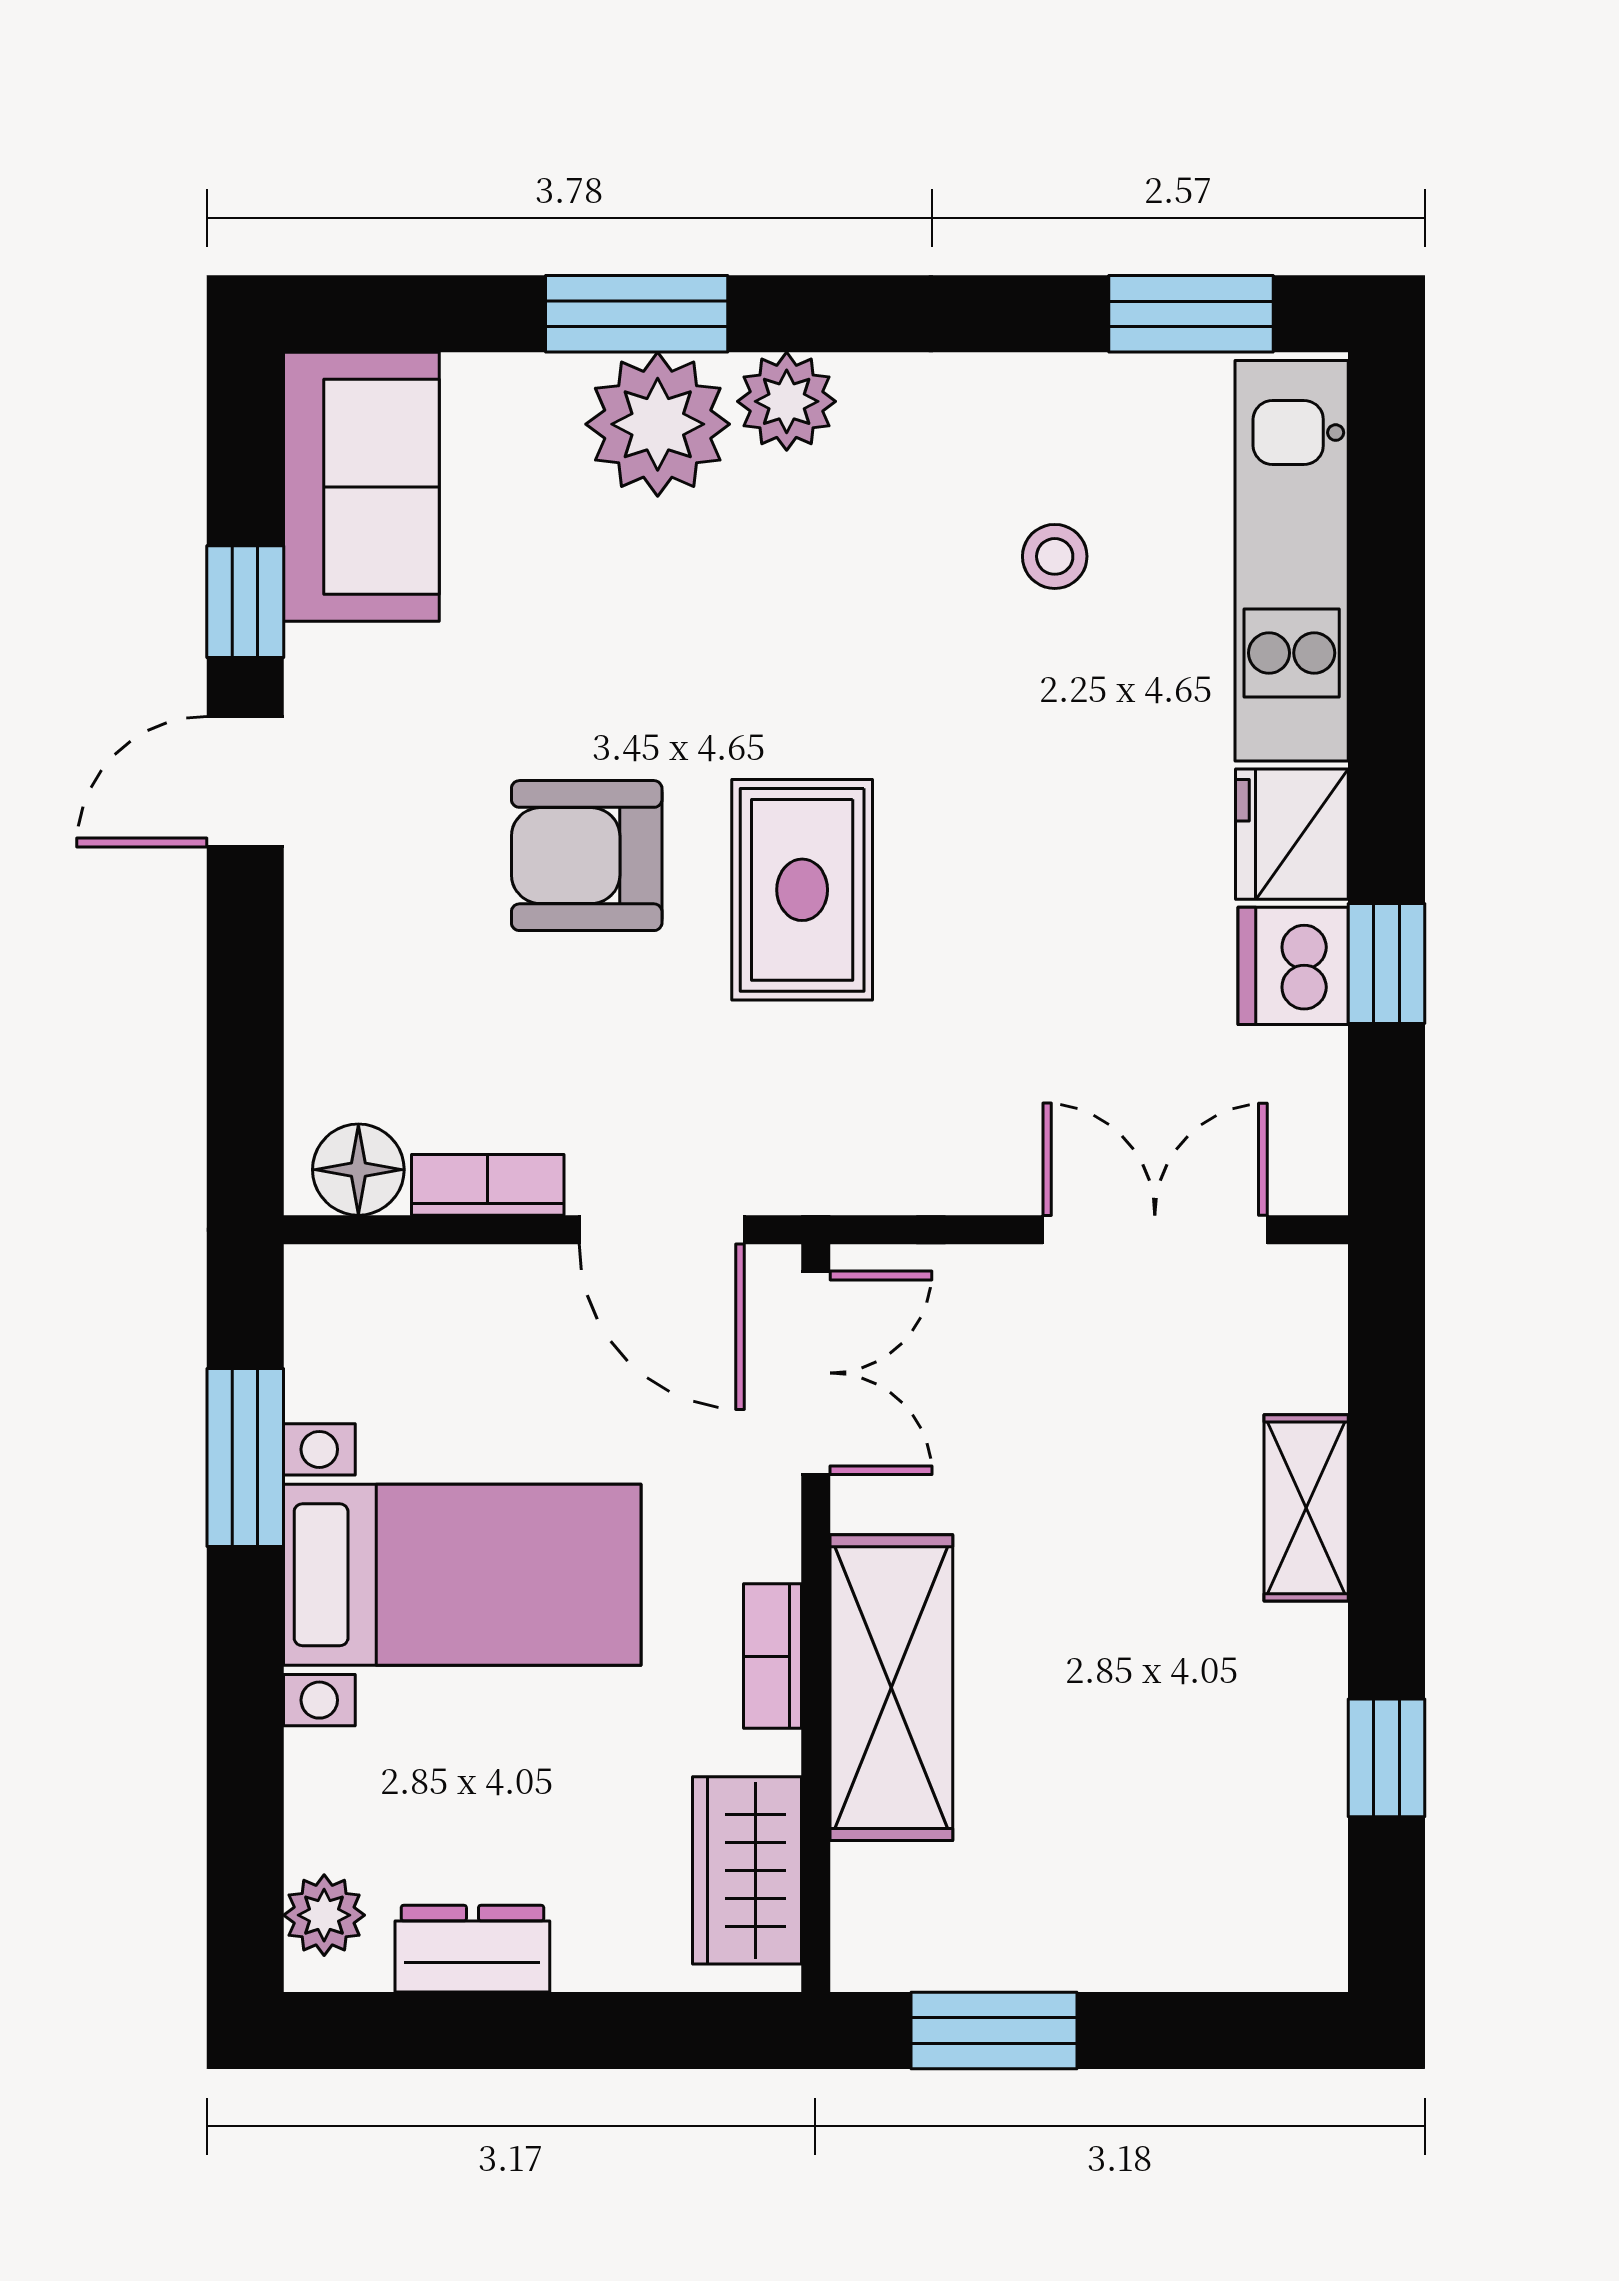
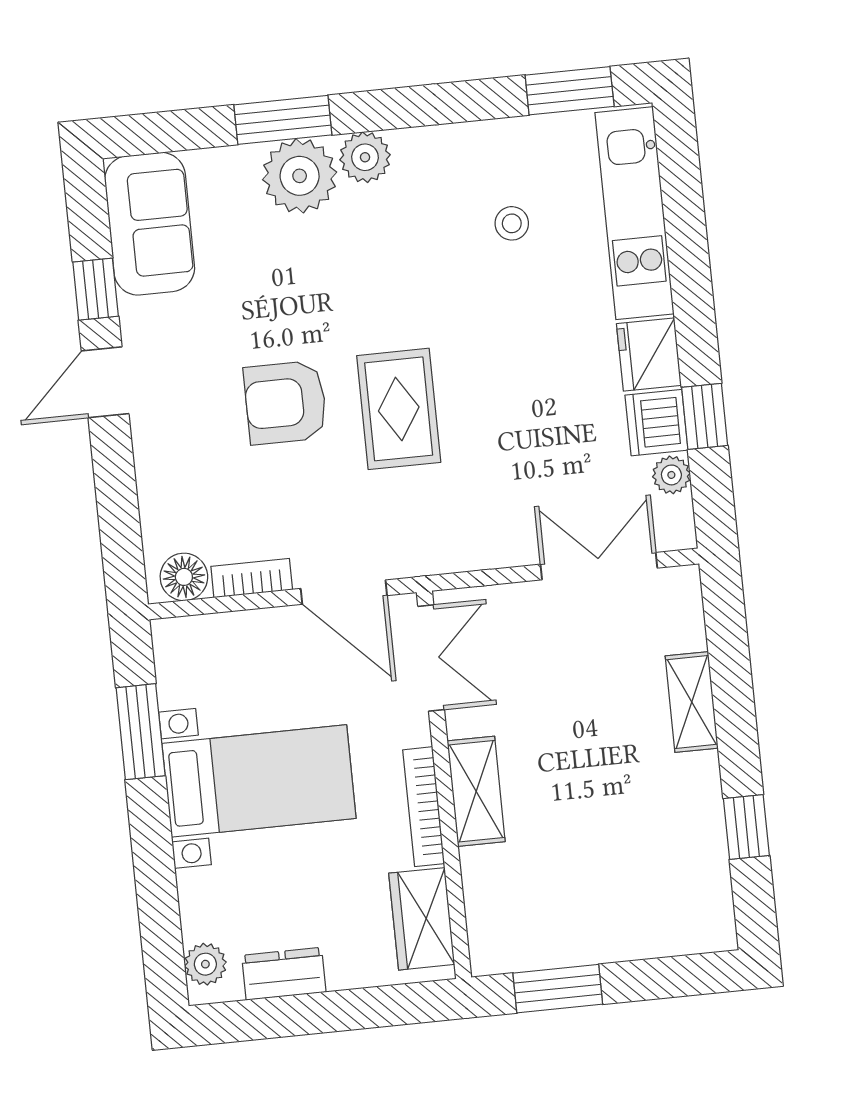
plant: (1311, 1069) -> (671, 475), added
bookcase: (772, 1656) -> (424, 807), width x1.56
shelving: (891, 1688) -> (476, 791), width x0.67, depth x0.75

